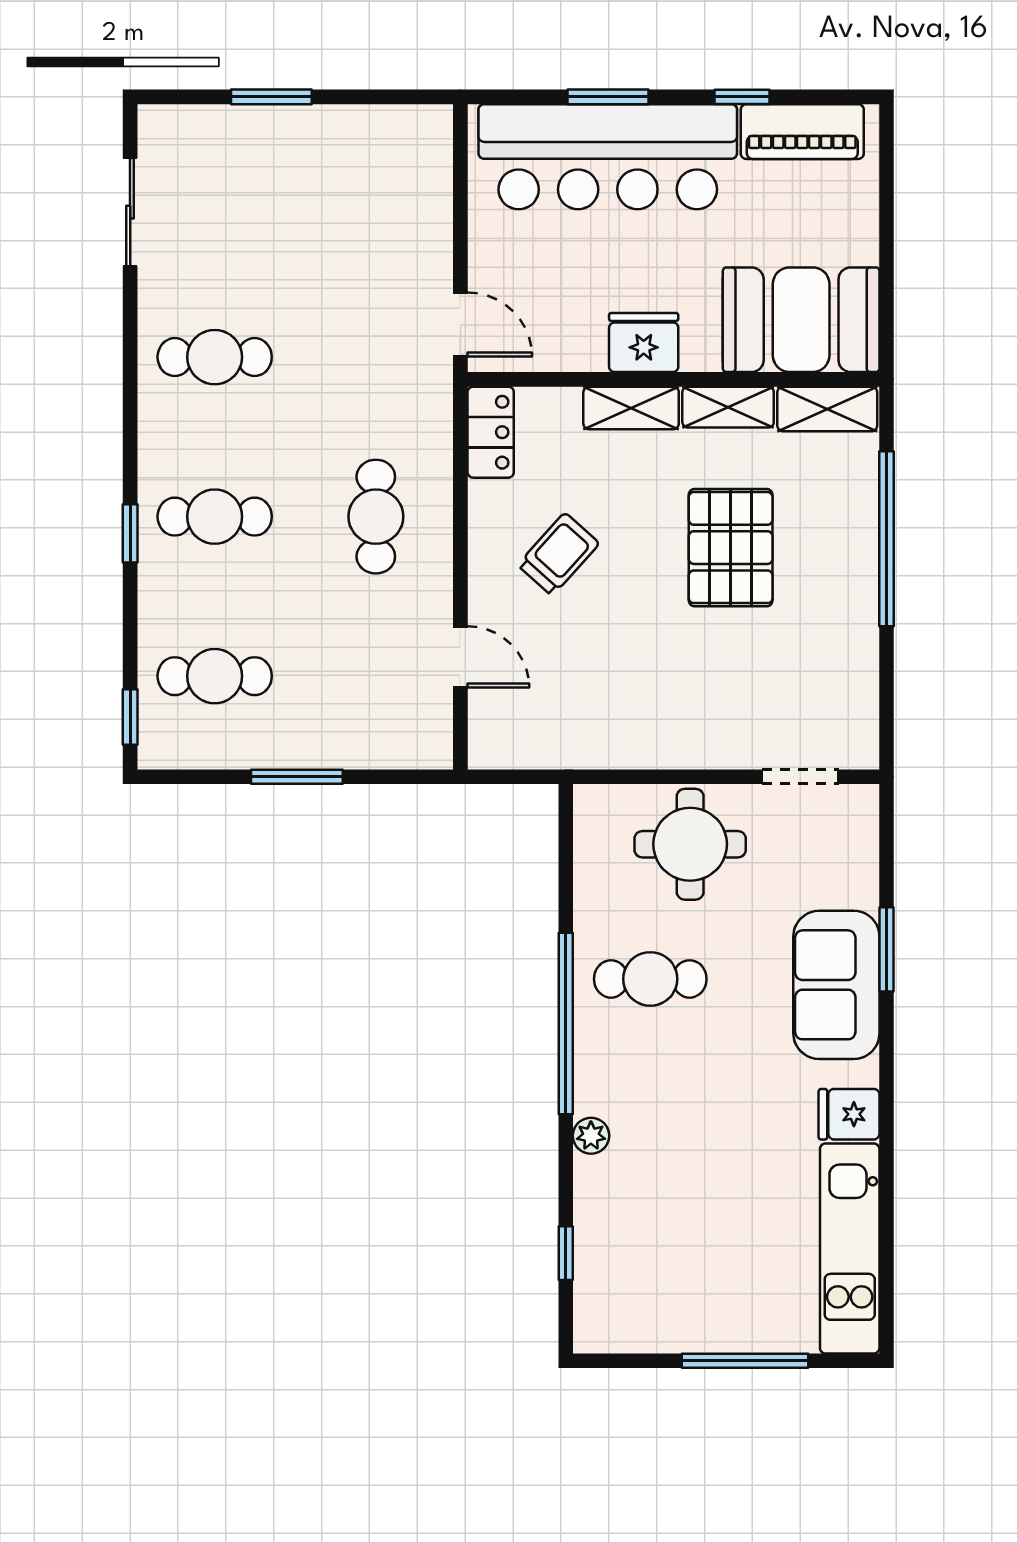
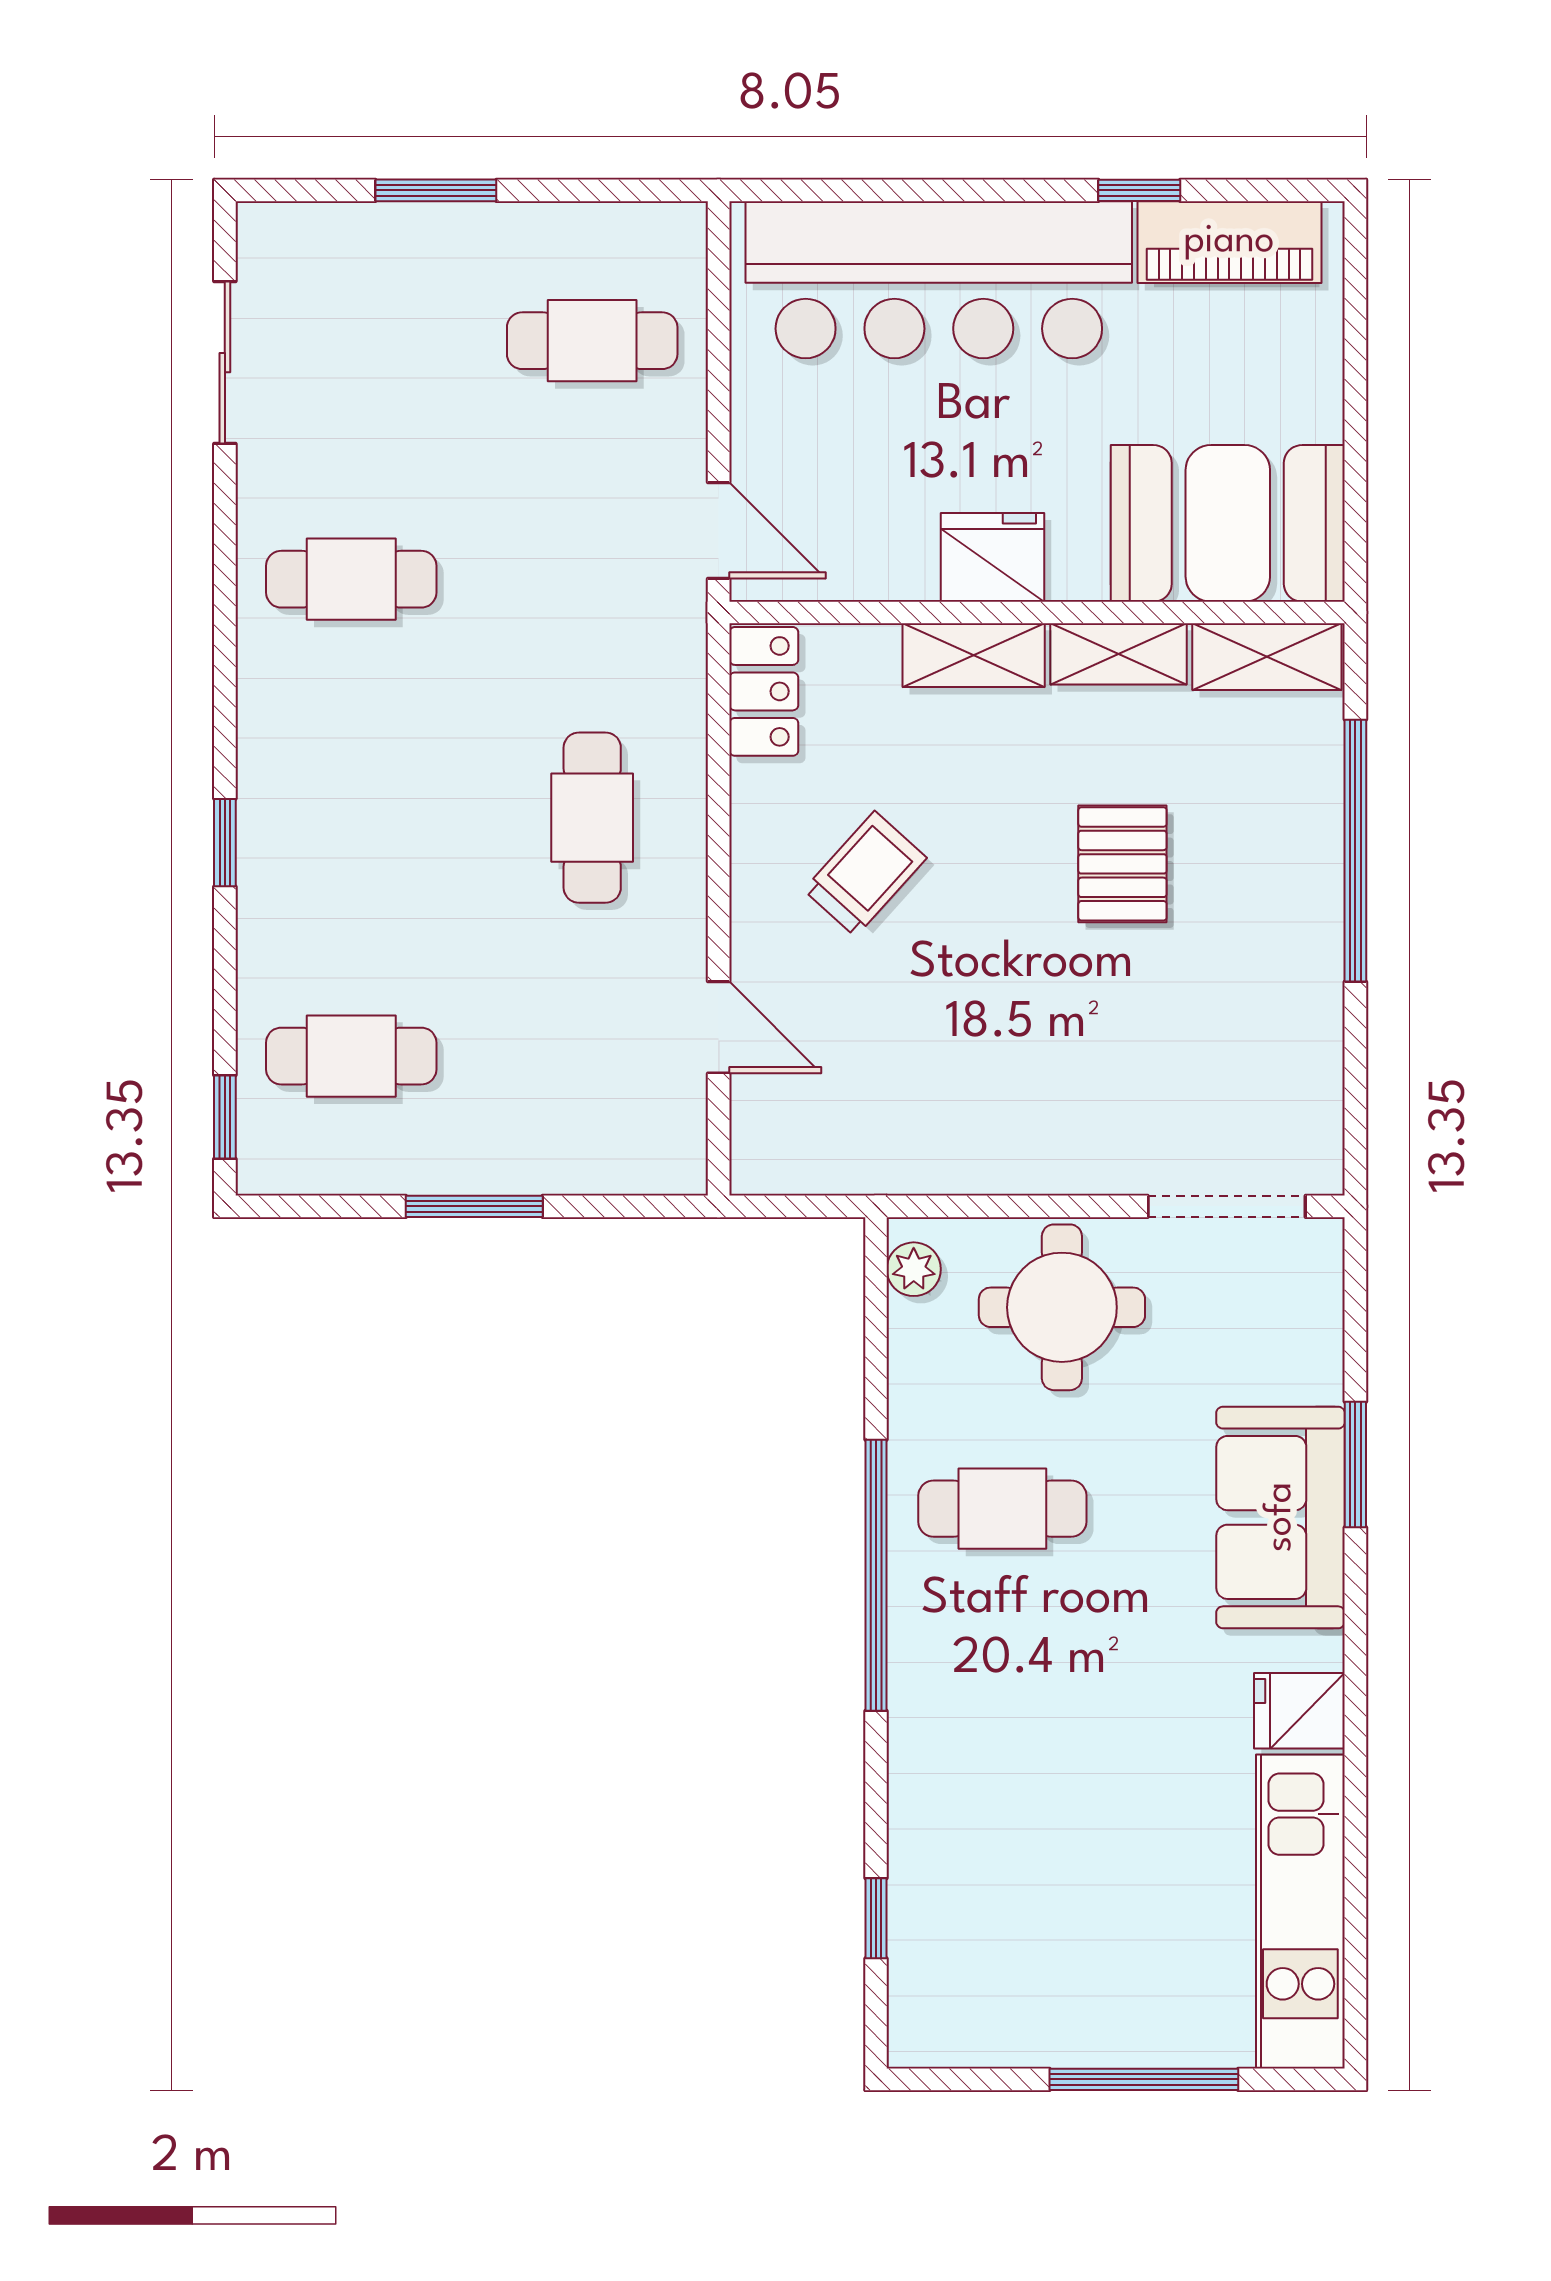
window: (608, 97) -> (939, 190), removed
cafe table: (215, 517) -> (592, 341), moved
pallet: (731, 548) -> (1122, 864), width x0.67, depth x0.71
doorway: (800, 777) -> (1227, 1206), width x1.38
plant: (591, 1136) -> (914, 1269), moved

